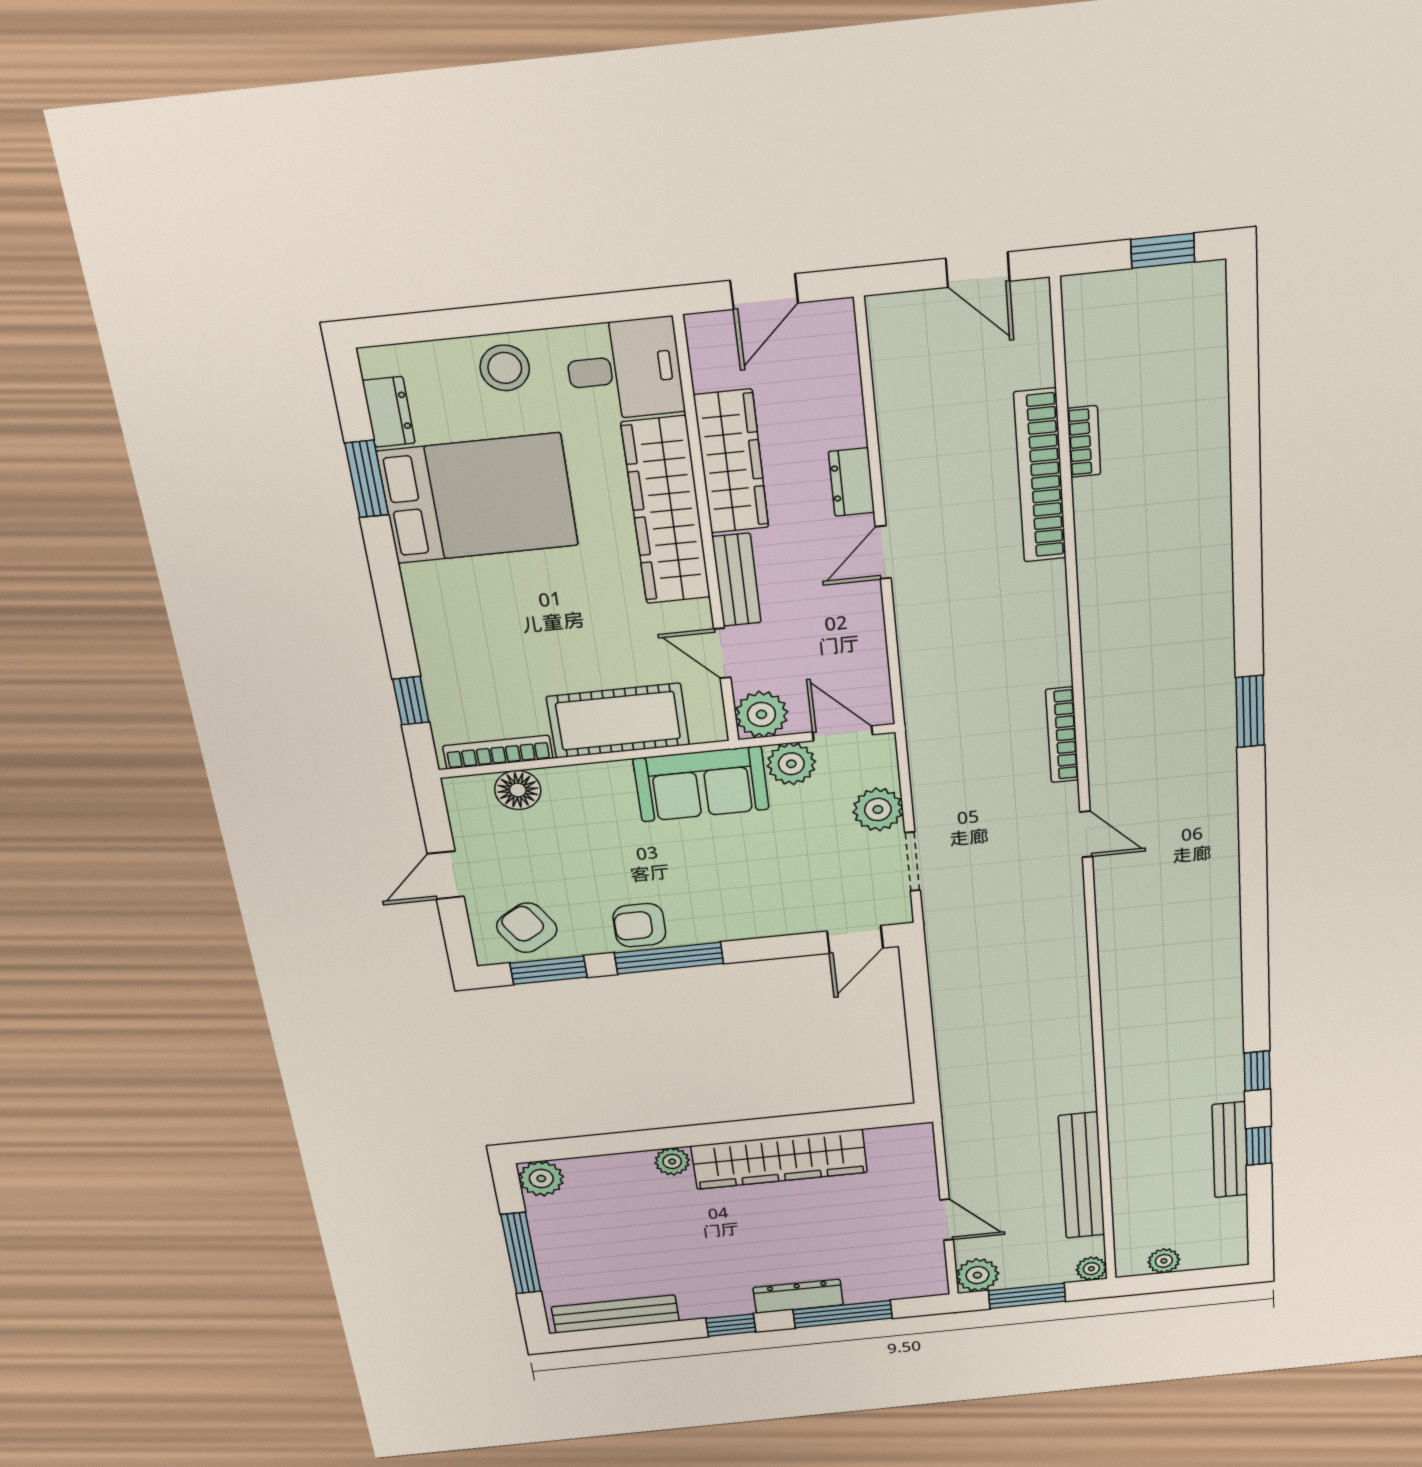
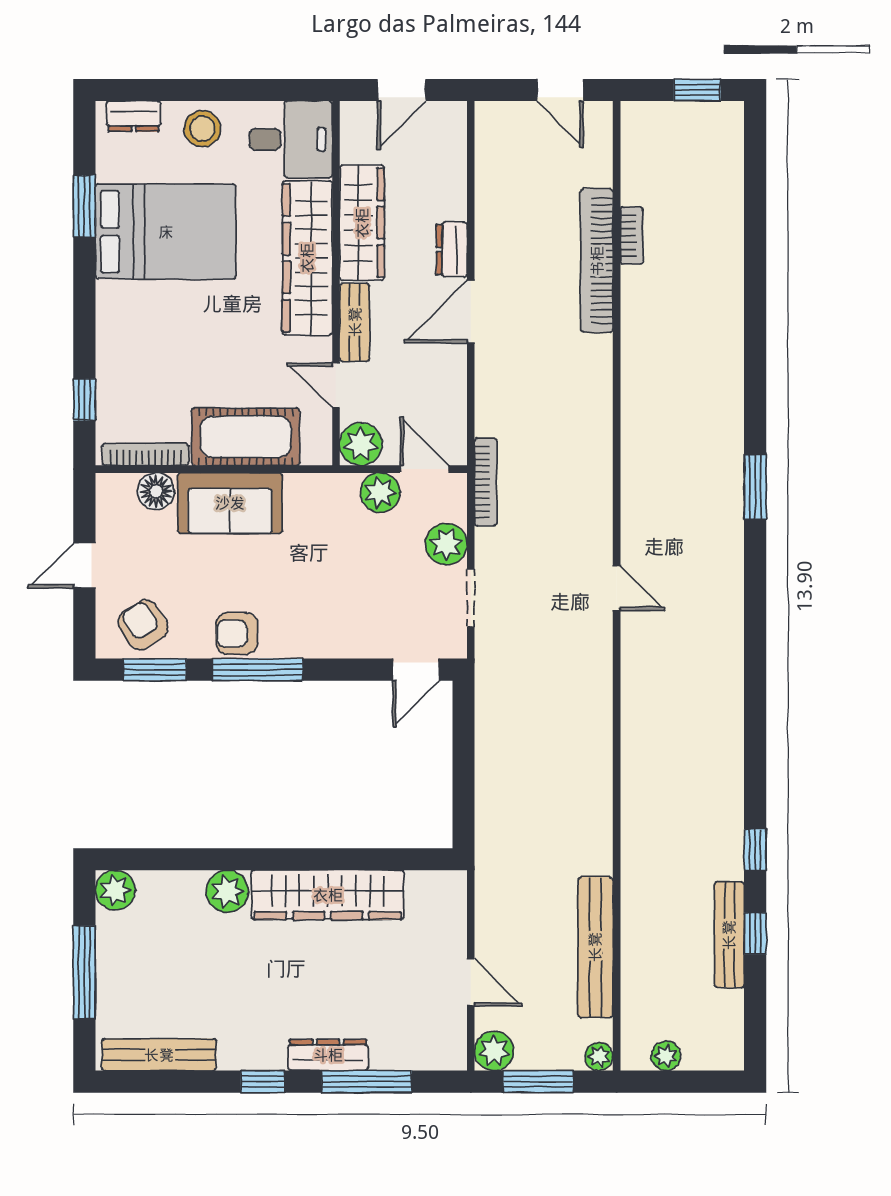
dresser: (389, 412) -> (134, 116), moved, turned 90
door: (883, 552) -> (471, 312), width x1.38
bookcase: (1062, 735) -> (486, 482), moved, turned 180
sofa: (701, 784) -> (230, 503), moved
plant: (672, 1161) -> (227, 891), width x1.38, depth x1.38

